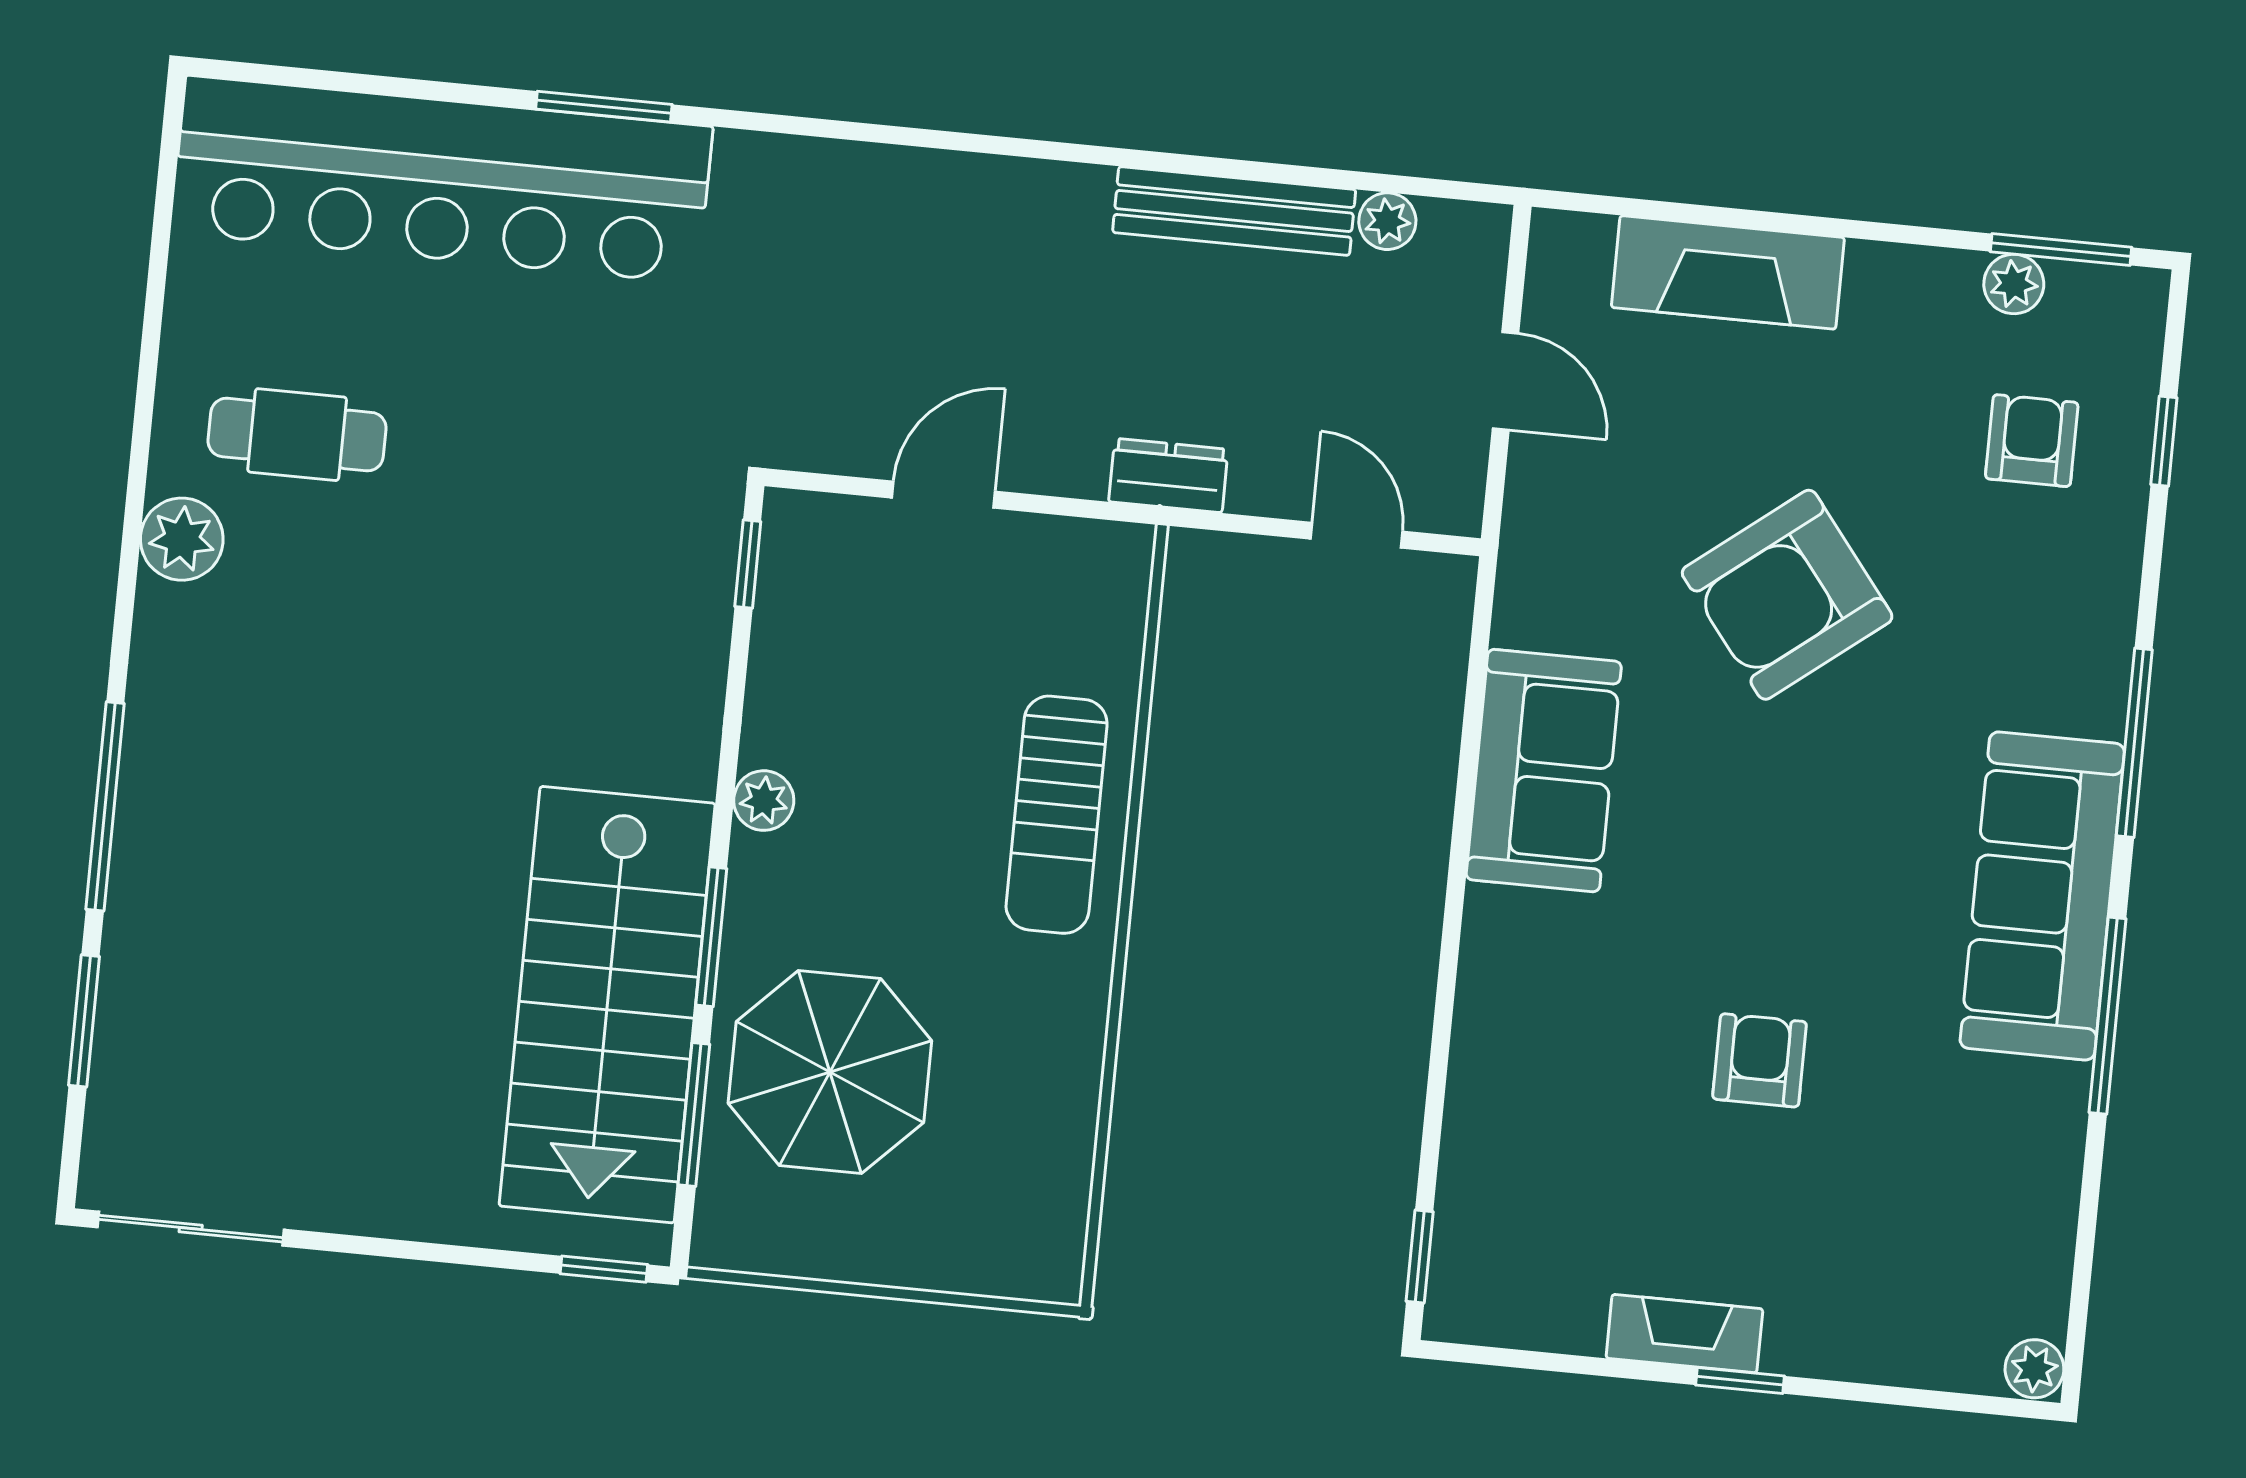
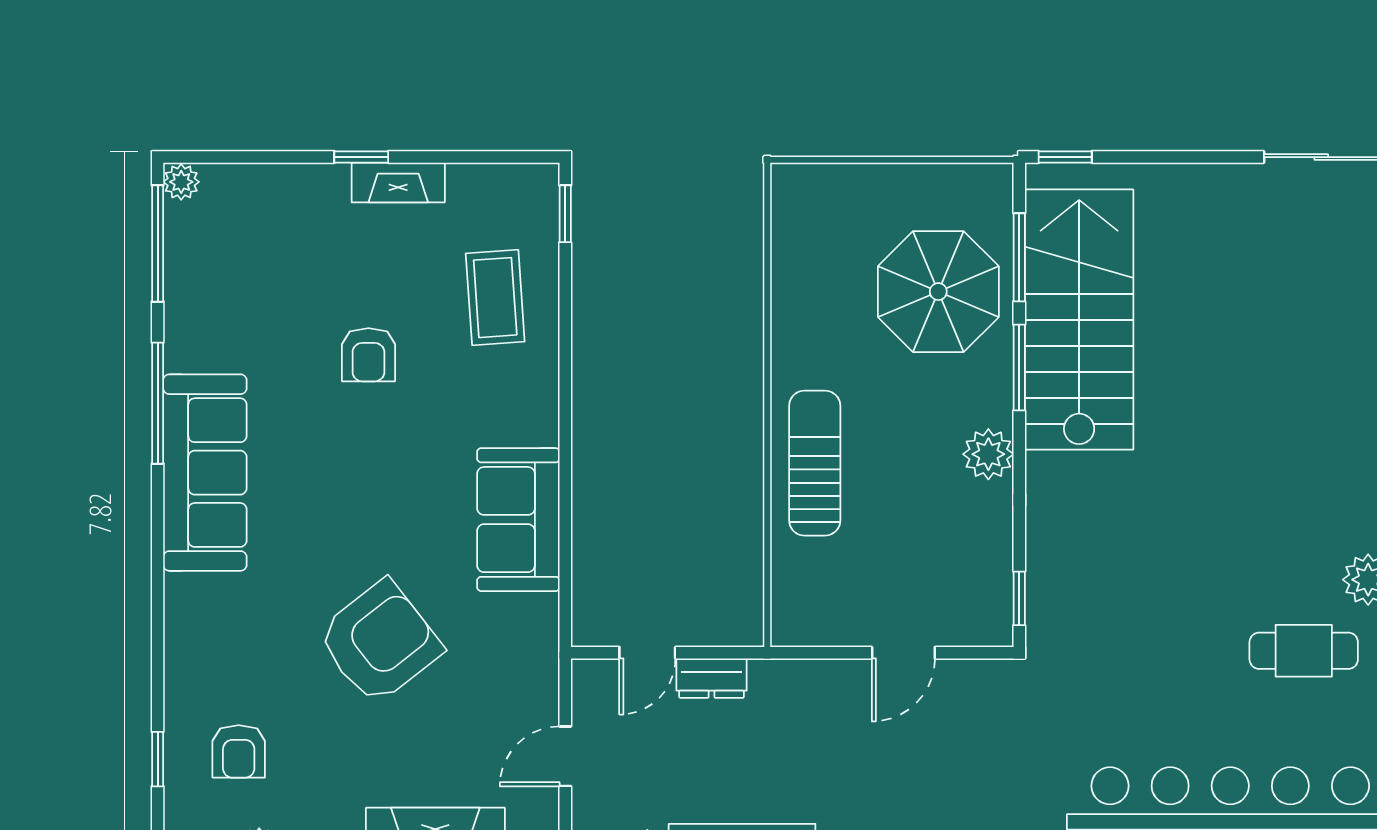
door: (1505, 381) -> (565, 756), hinge flipped
dresser: (1168, 475) -> (712, 678), moved
door: (1357, 535) -> (647, 653), hinge flipped
window: (2134, 743) -> (158, 243), moved
plant: (764, 801) -> (988, 454), width x1.38, depth x1.38
coffee table: (1546, 1133) -> (495, 298), added

